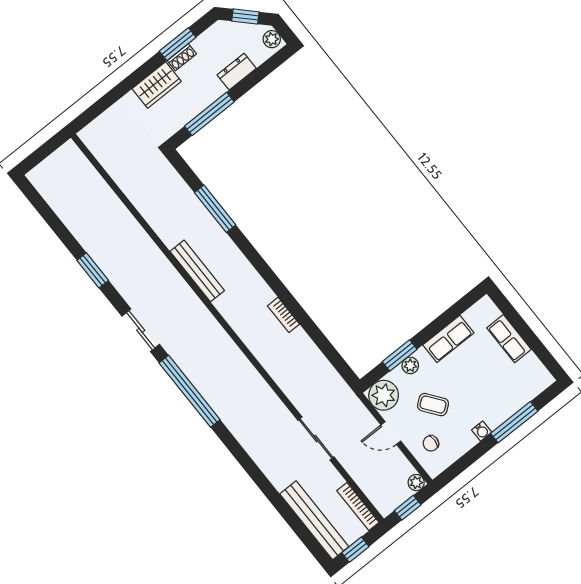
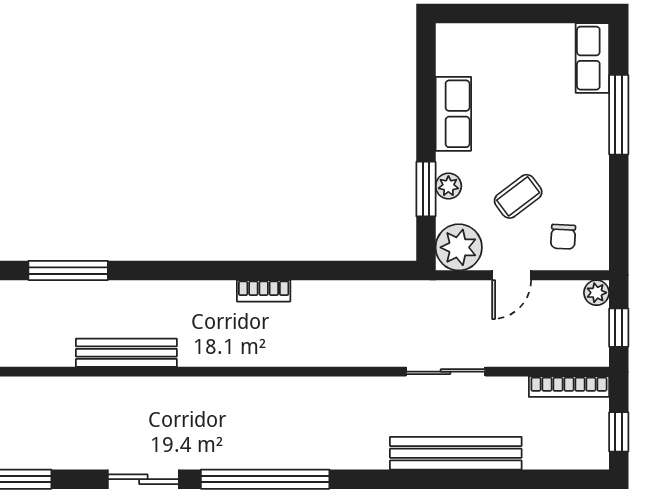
row of seats: (509, 339) -> (592, 58), moved, turned 90
water cooler: (482, 431) -> (598, 163), removed
bench: (314, 520) -> (456, 453), moved

